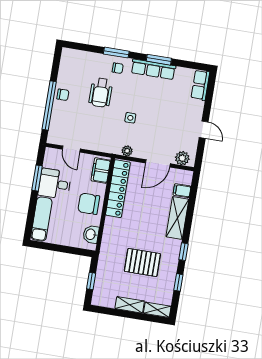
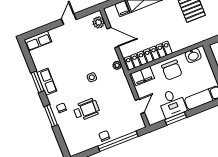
row of seats: (153, 69) -> (47, 82), width x0.68

